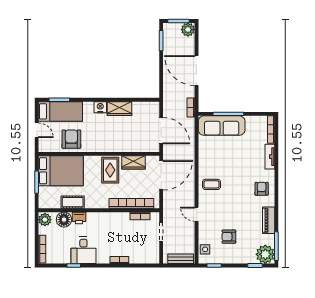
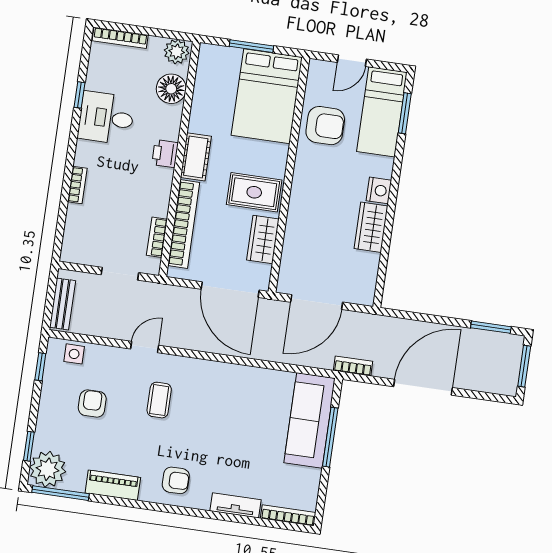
plant: (188, 30) -> (505, 382), removed
coffee table: (211, 184) -> (159, 400), moved
cot: (73, 202) -> (196, 157), moved
printer: (79, 218) -> (165, 154), moved

